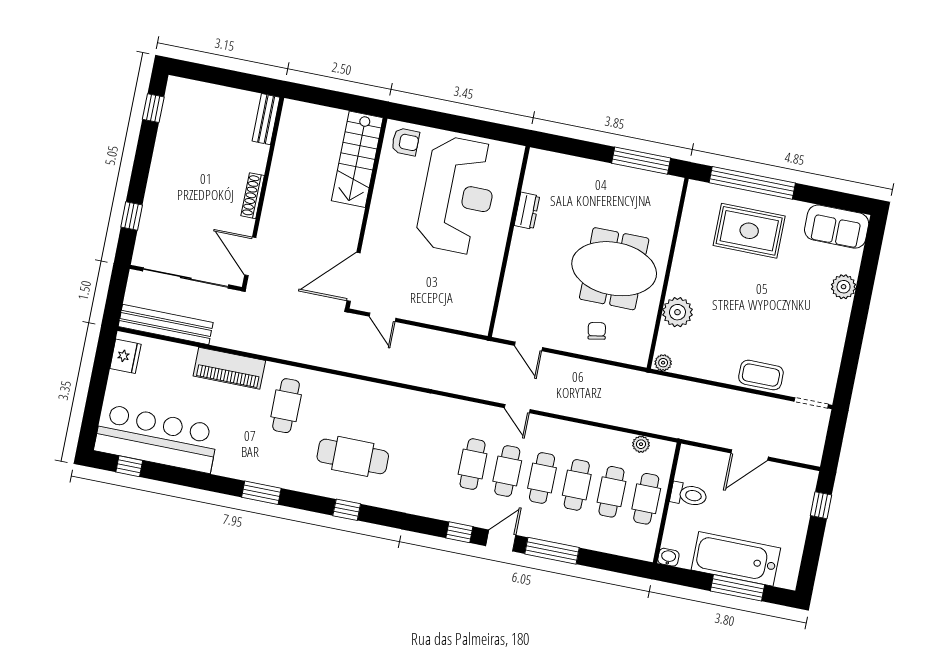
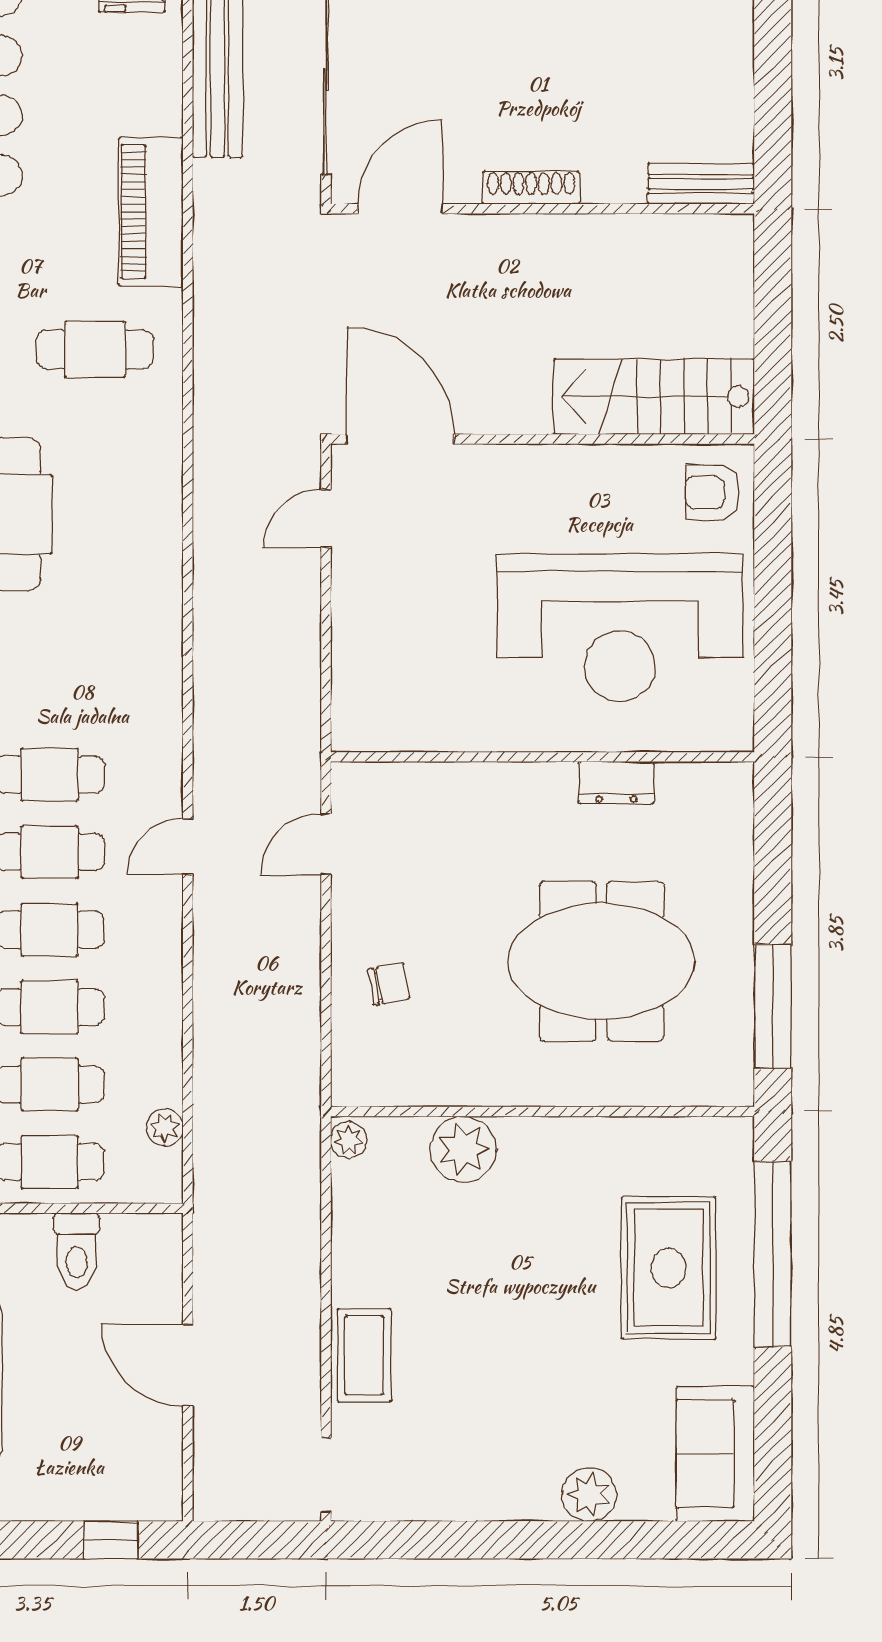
armchair: (405, 142) -> (712, 493), turned 90
meeting table: (614, 269) -> (601, 961), moved, turned 90

